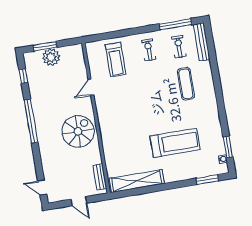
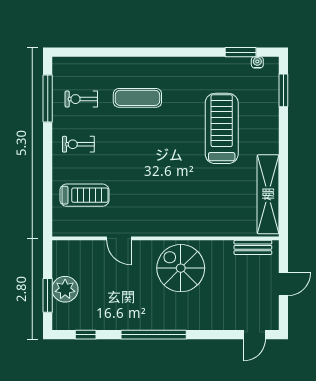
bench: (202, 42) -> (80, 64), removed

